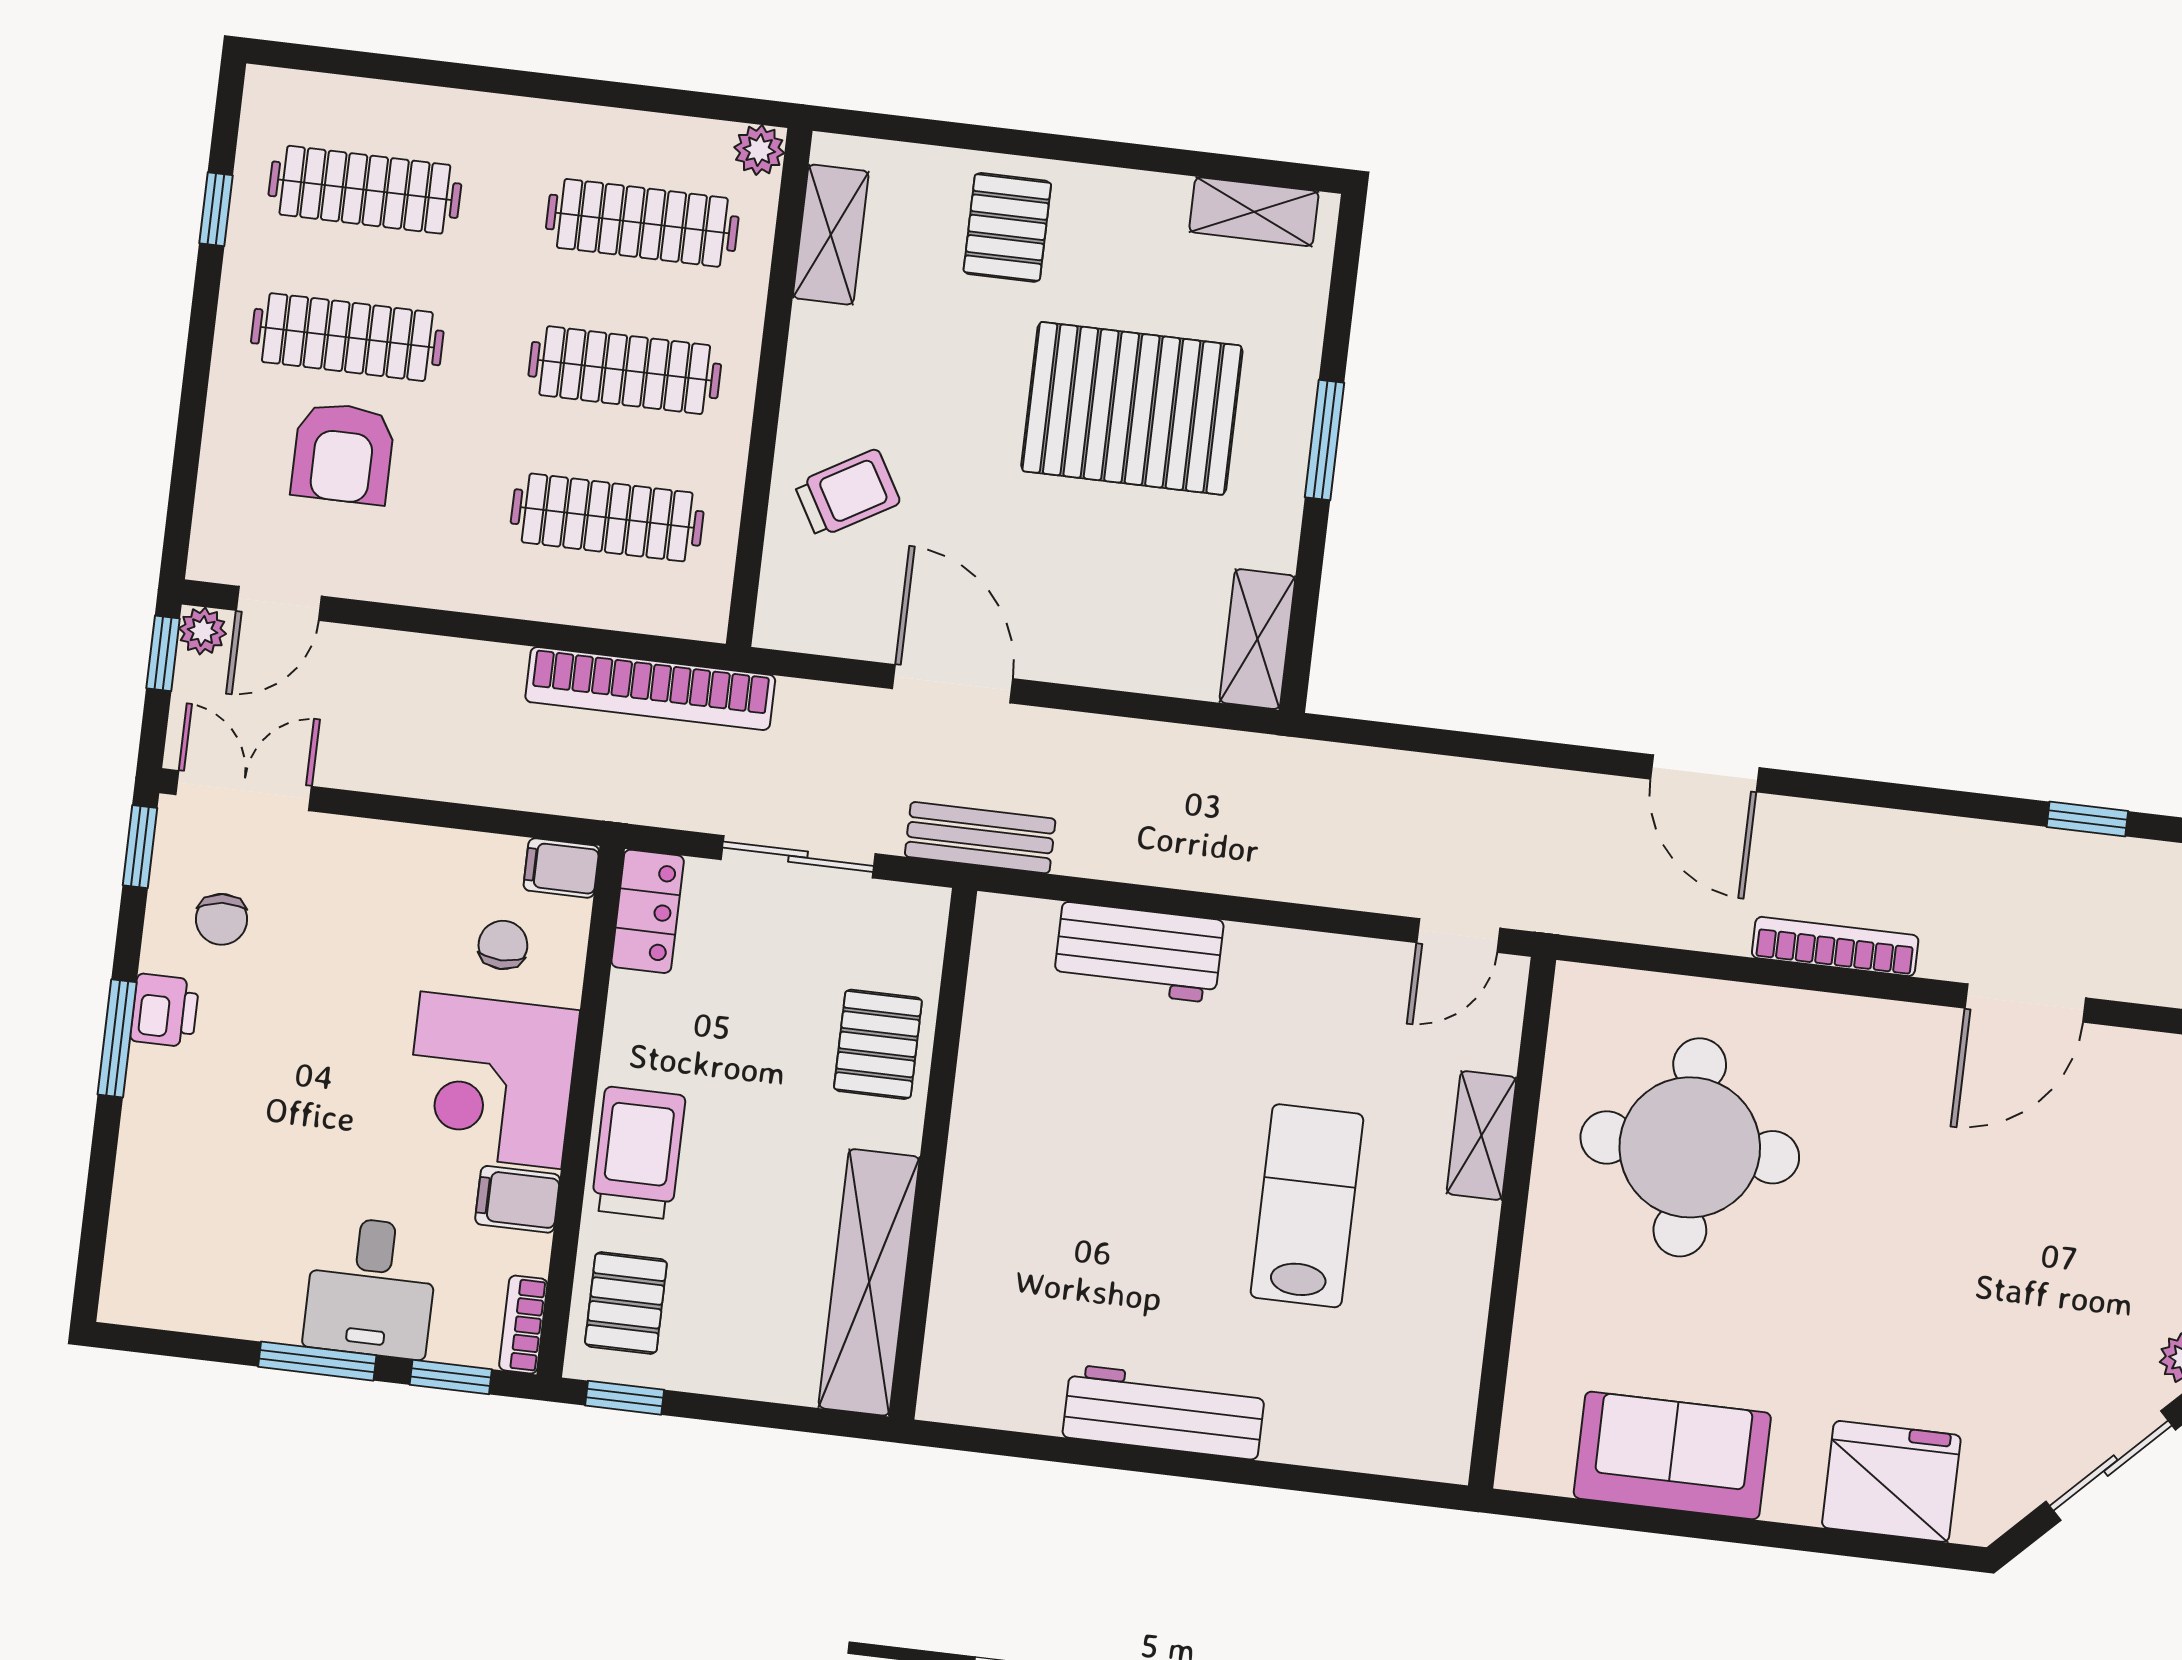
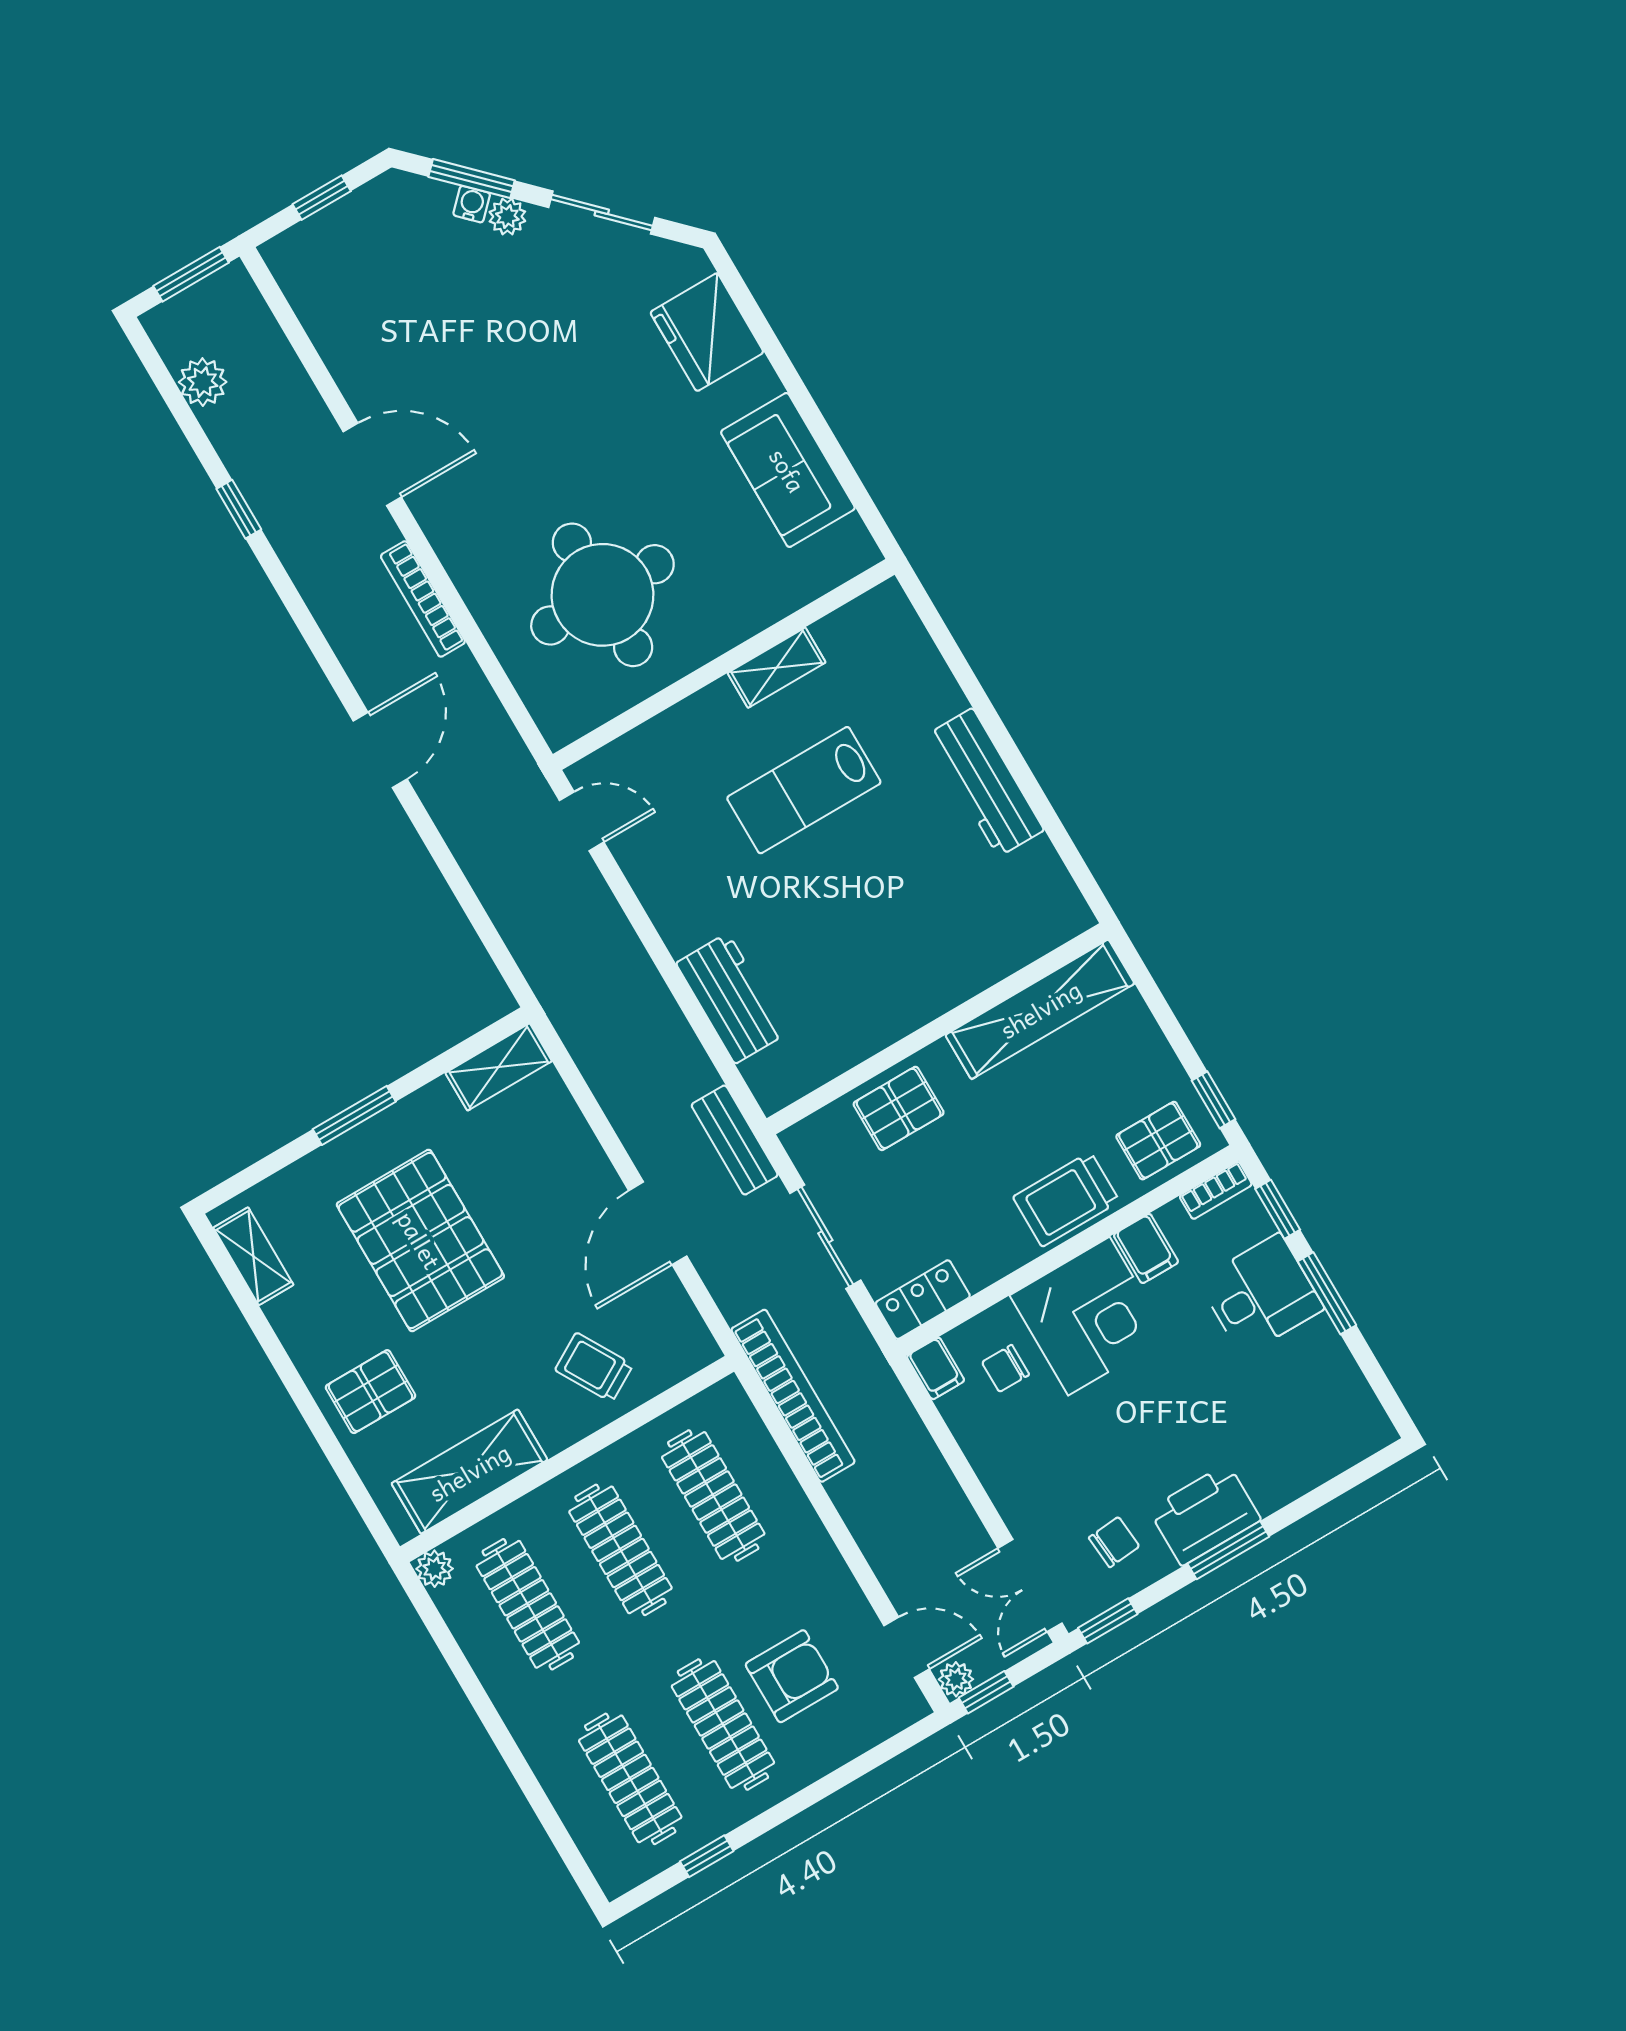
shelving: (831, 235) -> (469, 1472), width x1.50, depth x1.33
printer: (165, 1010) -> (1205, 1515), width x1.87, depth x1.48
shelving: (1481, 1135) -> (777, 668), moved

